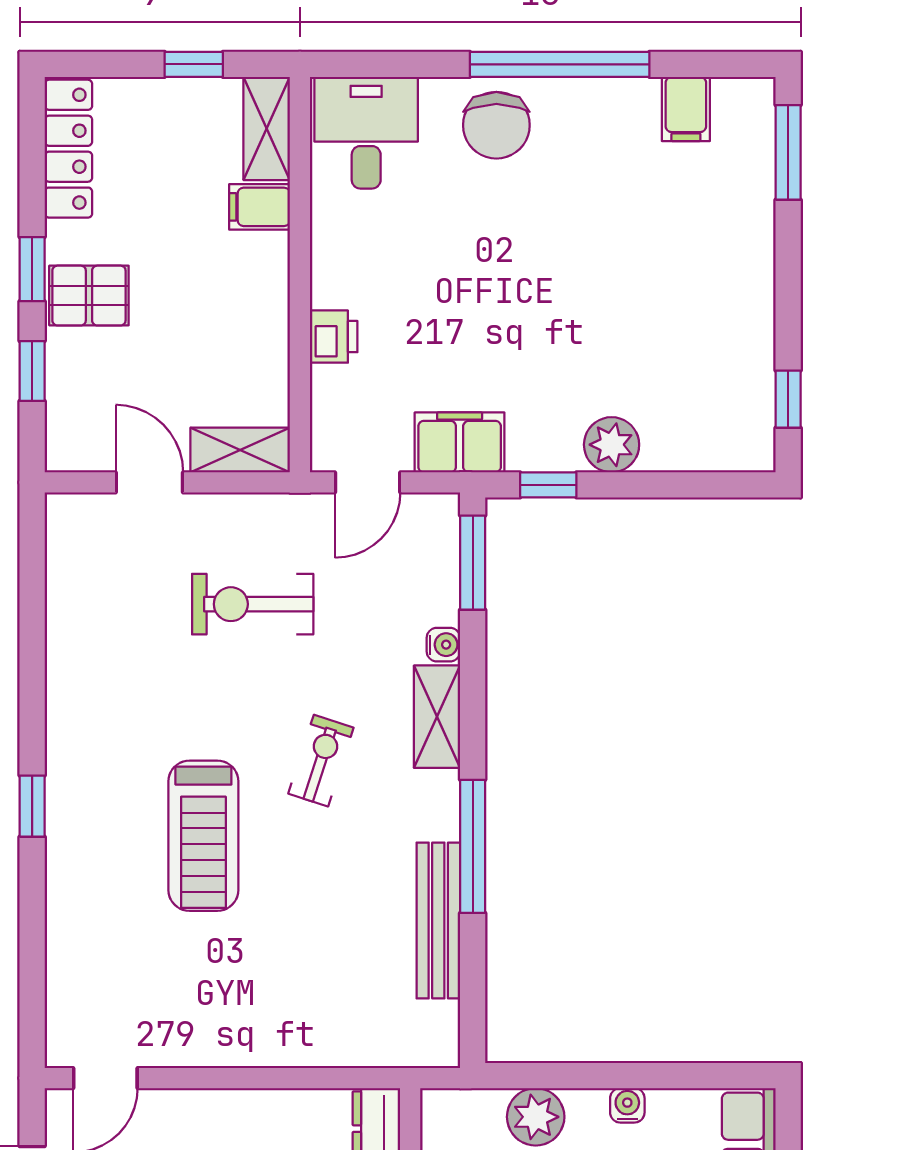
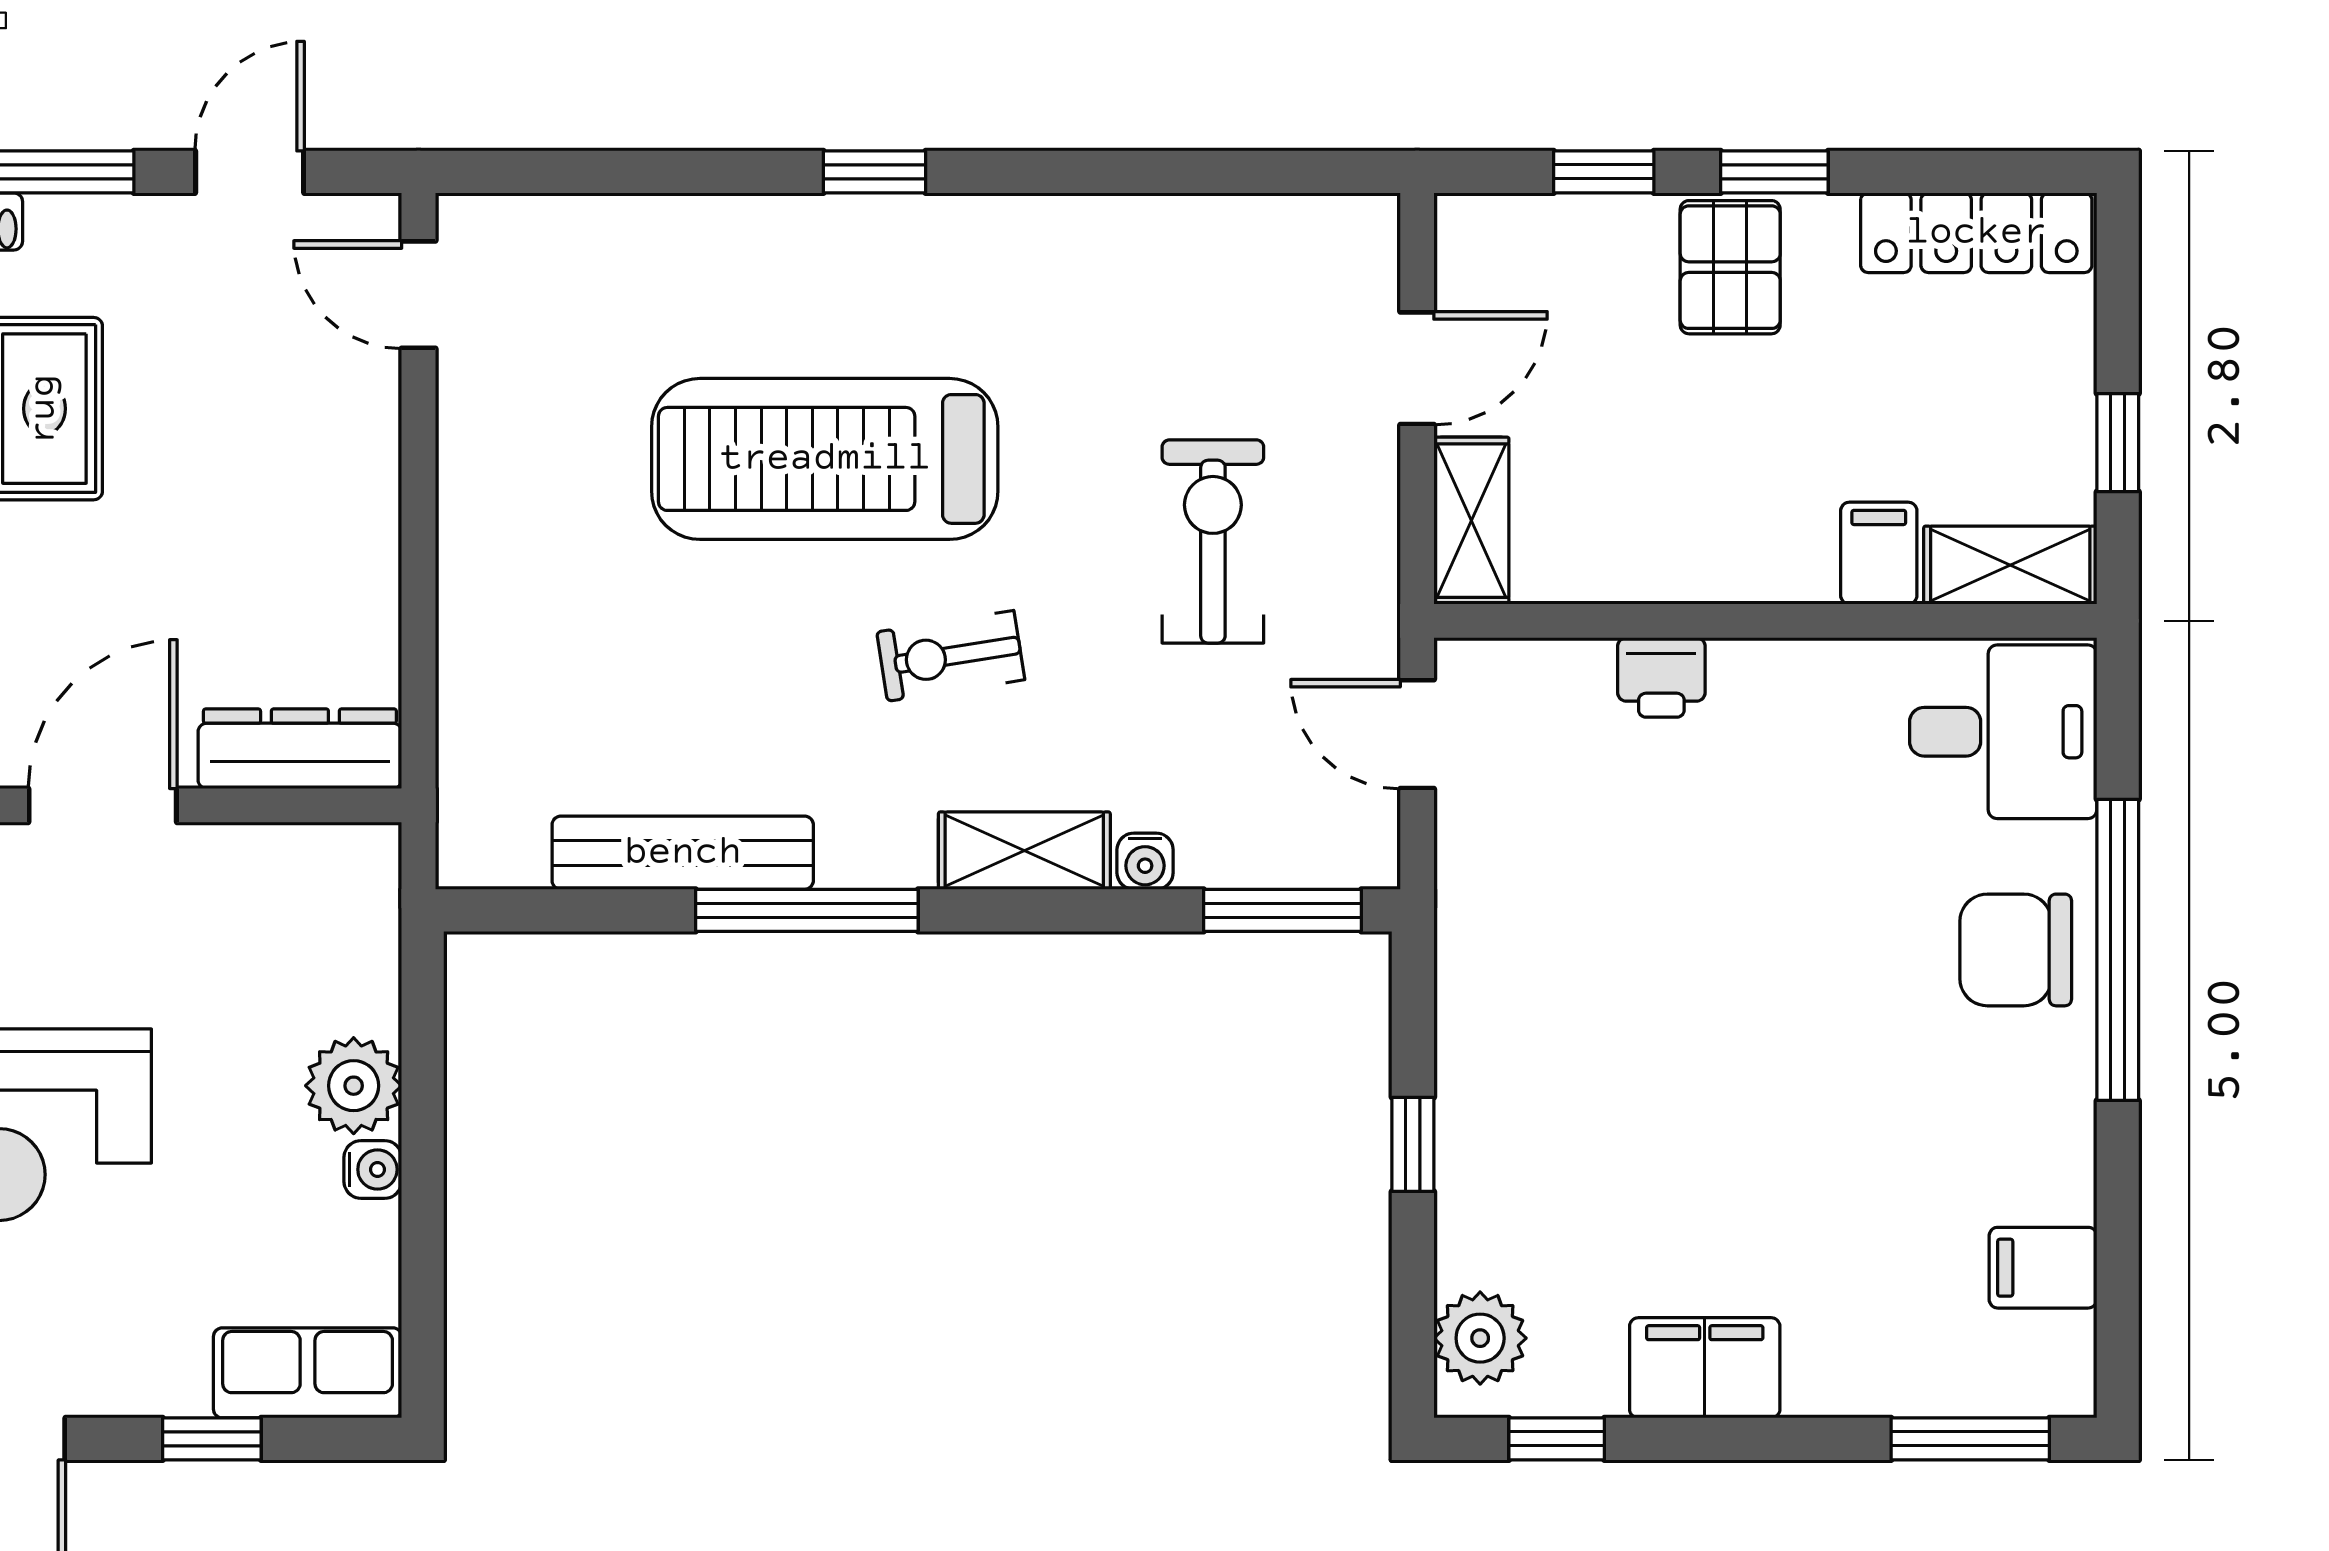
window: (560, 64) -> (2118, 950), moved
filing cabinet: (460, 442) -> (1705, 1368), moved, turned -90
plant: (612, 445) -> (1480, 1338), moved
window: (548, 485) -> (1413, 1144), moved
exercise bike: (321, 761) -> (951, 656), turned 153
treadmill: (203, 836) -> (825, 459), width x1.37, depth x1.38
plant: (536, 1117) -> (354, 1086), moved

